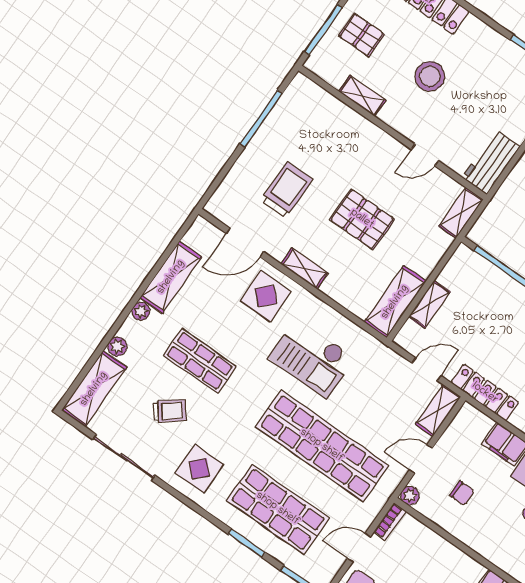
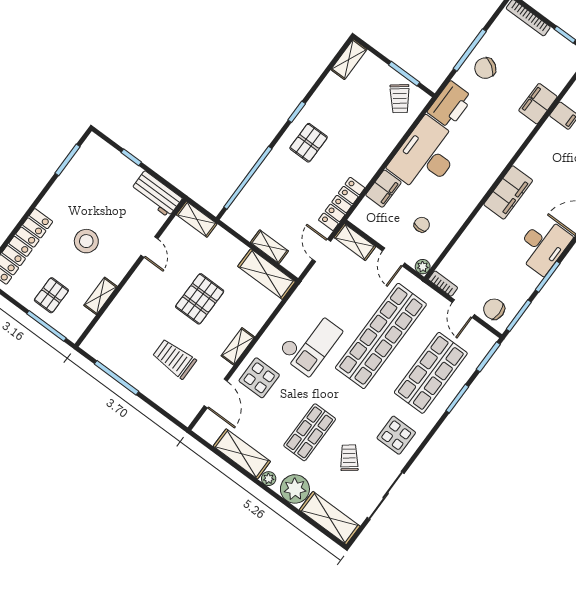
plant: (117, 347) -> (295, 489), width x1.87, depth x1.87

